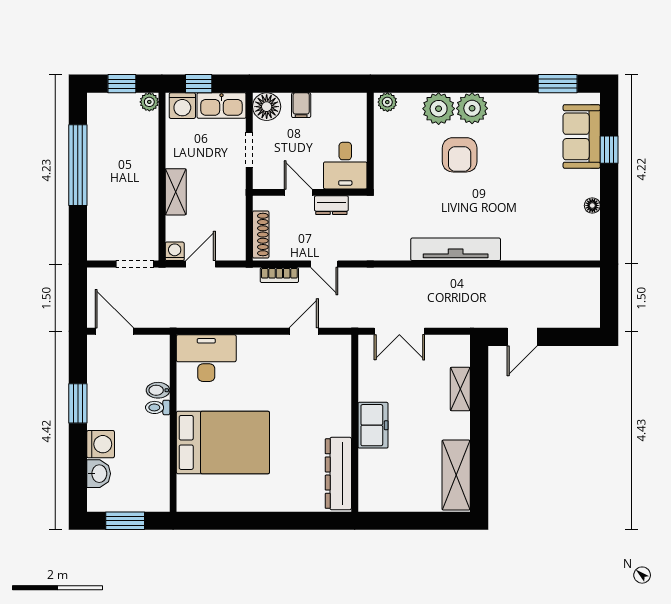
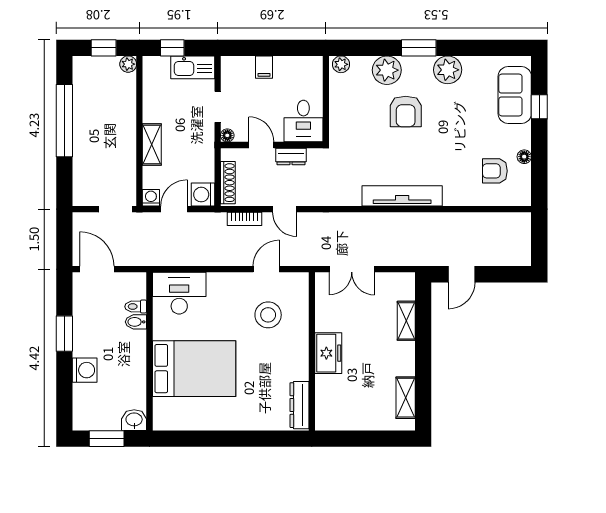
window: (558, 84) -> (419, 48), moved
washing machine: (182, 106) -> (203, 195), moved, turned 90
floor lamp: (267, 107) -> (227, 135), moved, width x0.53, depth x0.53
plant: (472, 108) -> (448, 70), moved
armchair: (559, 221) -> (495, 171), added
stool: (306, 382) -> (268, 315), added
toilet: (158, 407) -> (136, 307), moved
washbasin: (99, 474) -> (134, 420), moved, turned -90
dresser: (338, 474) -> (300, 405), width x0.73, depth x0.80
shelving: (456, 475) -> (406, 398), width x0.67, depth x0.75

